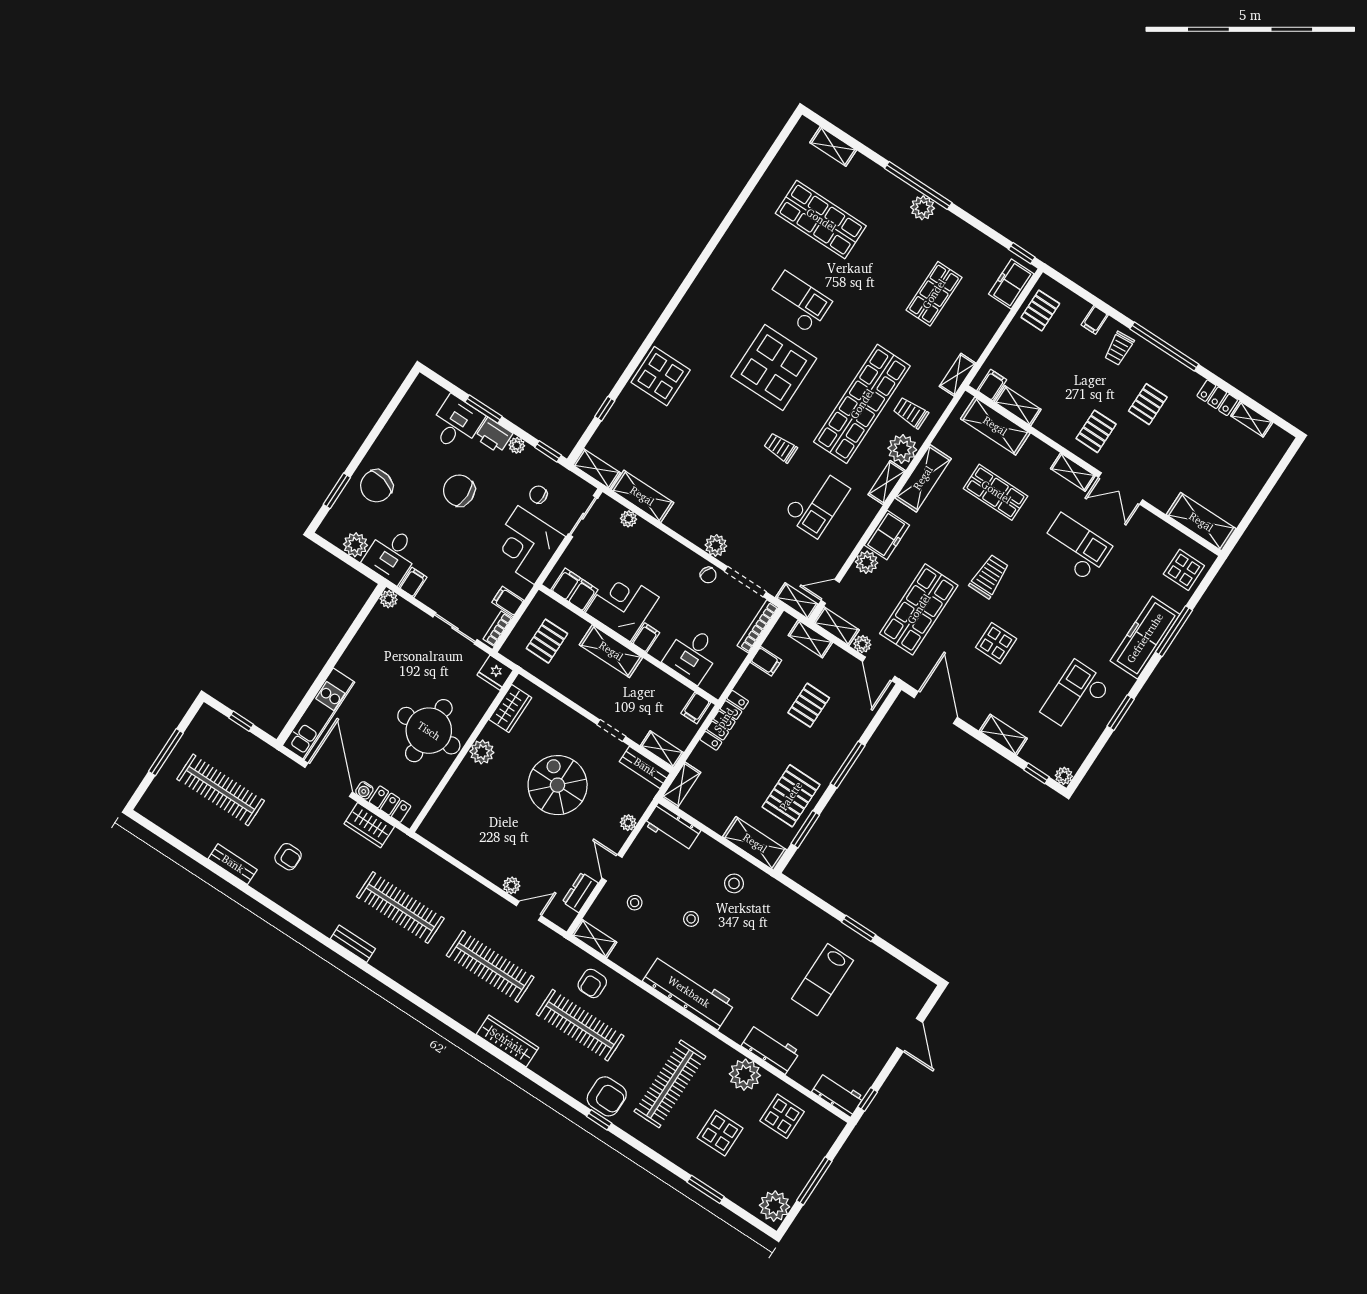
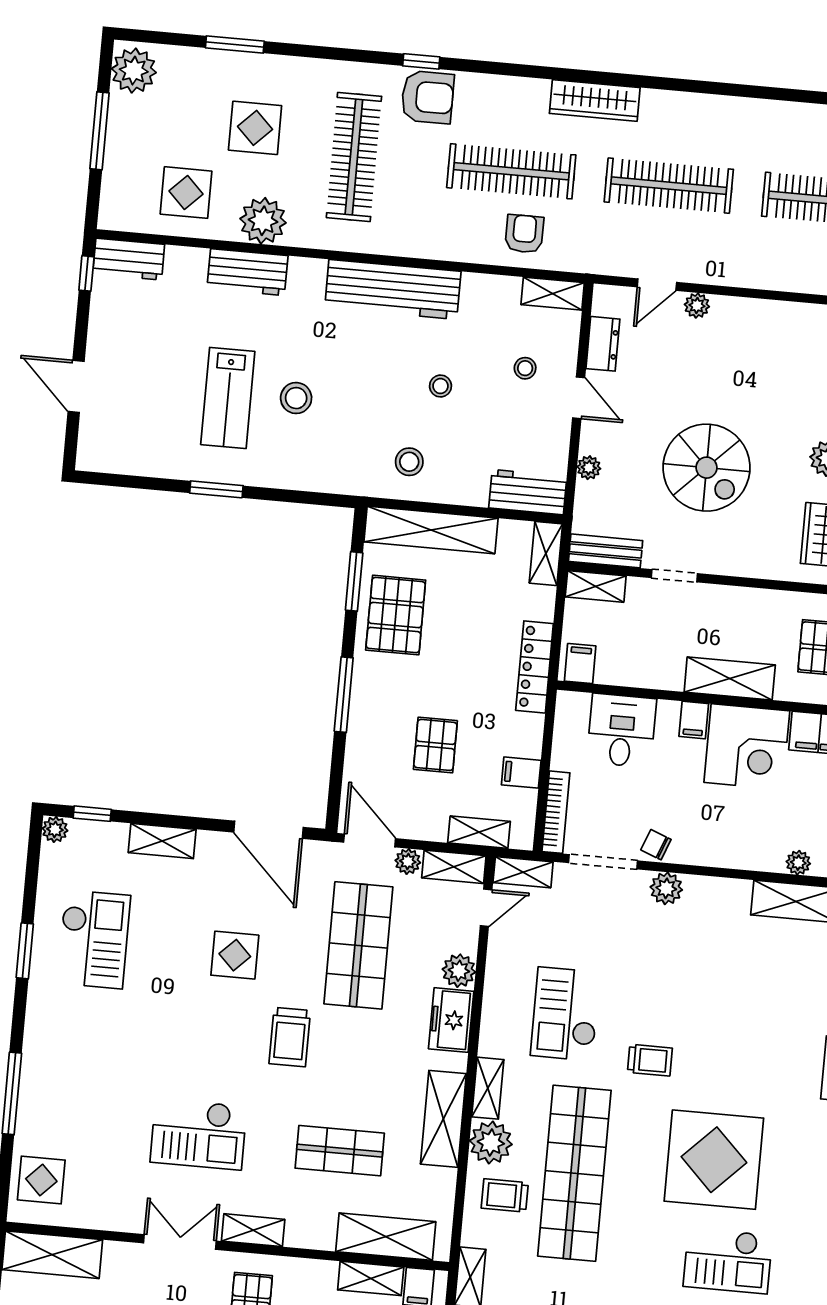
trolley: (911, 413) -> (505, 1196), turned 180
freezer: (1145, 638) -> (45, 1065), removed
shelving: (755, 843) -> (431, 530), width x1.47
stool: (782, 958) -> (296, 398), added
lab bench: (823, 980) -> (228, 398), turned 180
armchair: (607, 1096) -> (428, 97), turned 180

